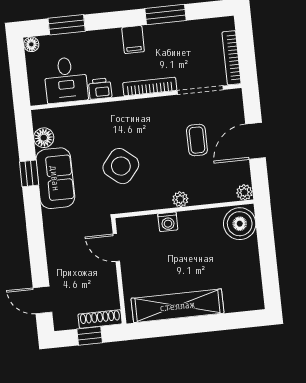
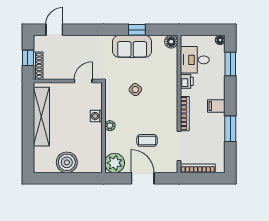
floor lamp: (44, 138) -> (171, 42), moved
side table: (121, 166) -> (135, 90), width x0.54, depth x0.54
plant: (244, 192) -> (115, 163), width x1.88, depth x1.88
boiler: (240, 224) -> (67, 162), moved

